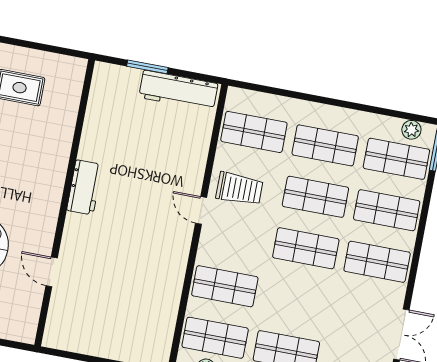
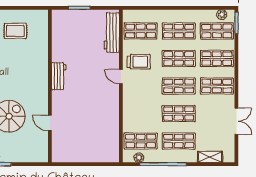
workbench: (178, 91) -> (112, 32), moved, turned 90
shop shelf: (225, 286) -> (179, 113), moved

